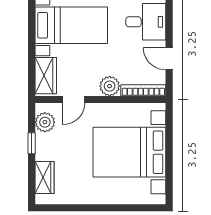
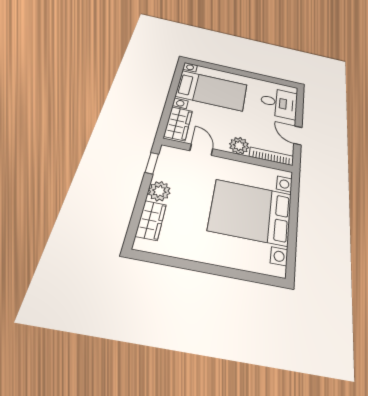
door: (74, 100) -> (201, 150), swing flipped
plant: (45, 122) -> (159, 191), moved
window: (32, 143) -> (152, 163), moved

